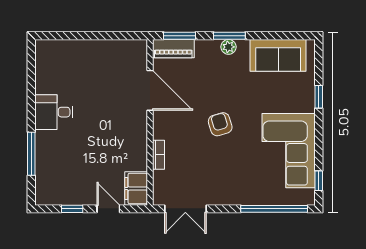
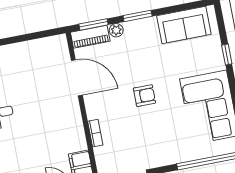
plant: (228, 47) -> (116, 30), moved
armchair: (220, 124) -> (144, 96), turned 107

